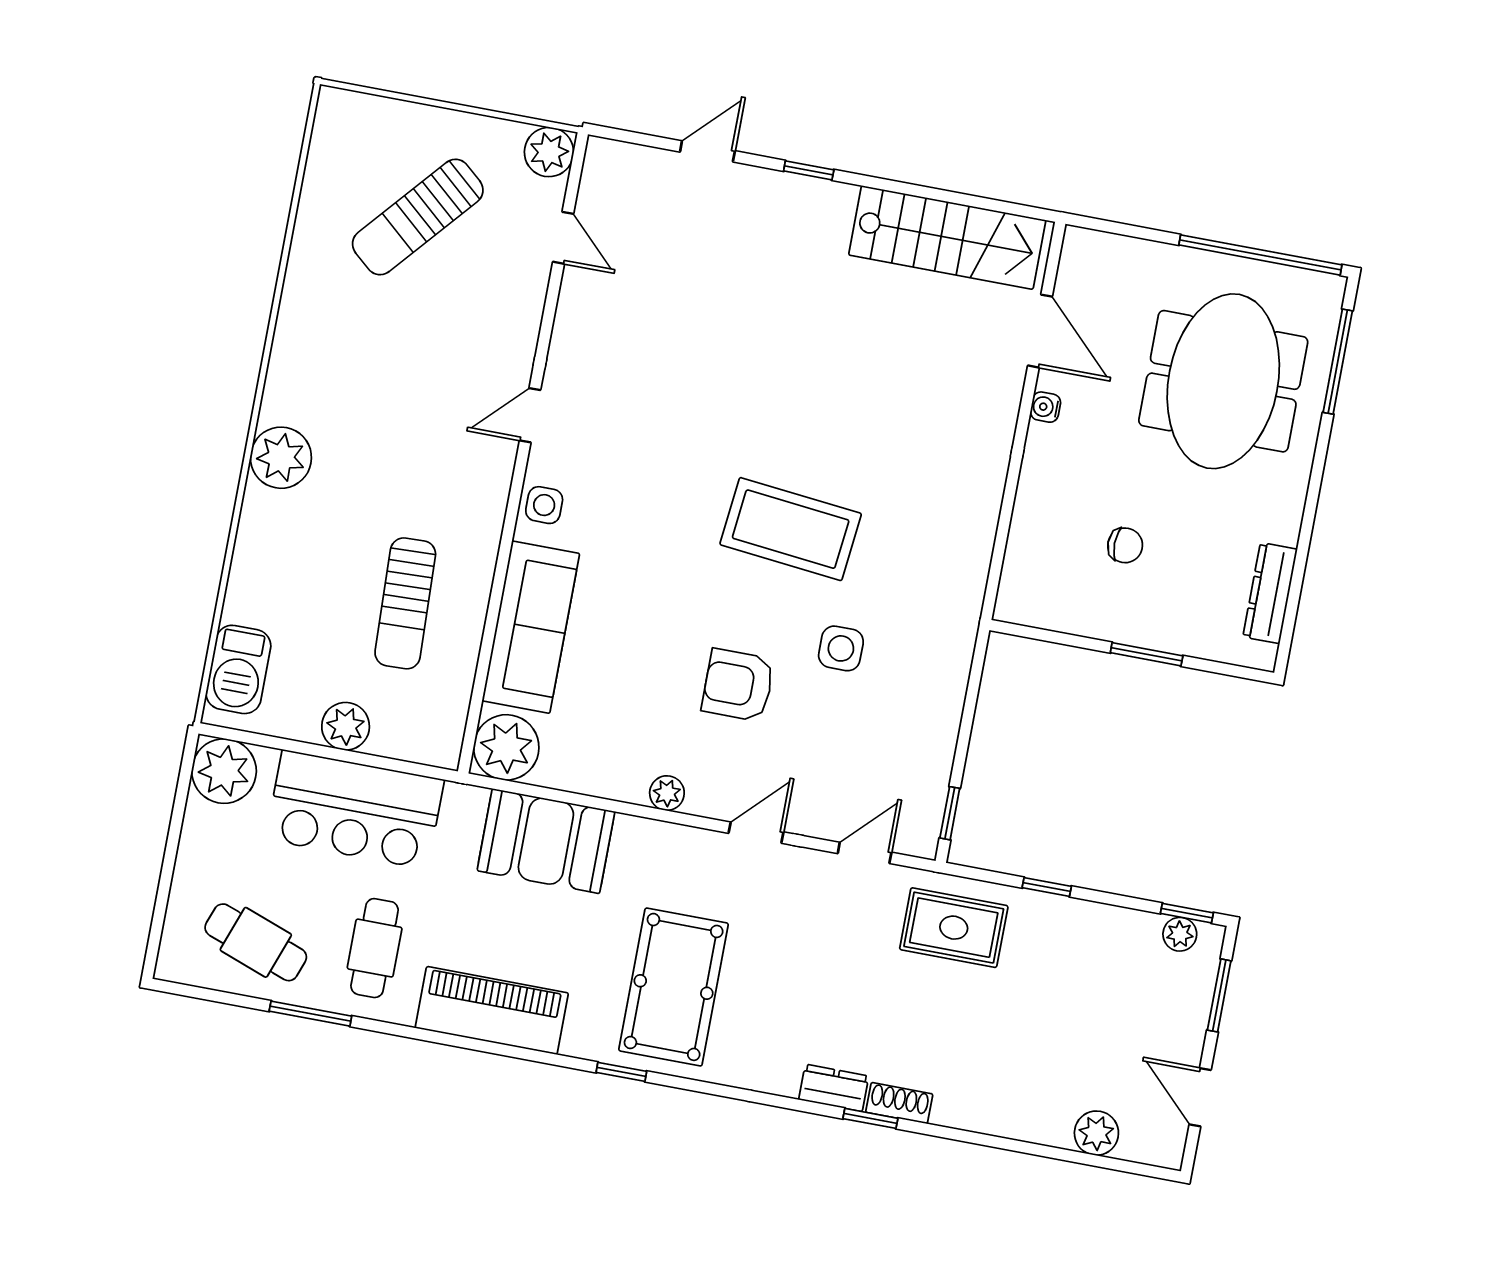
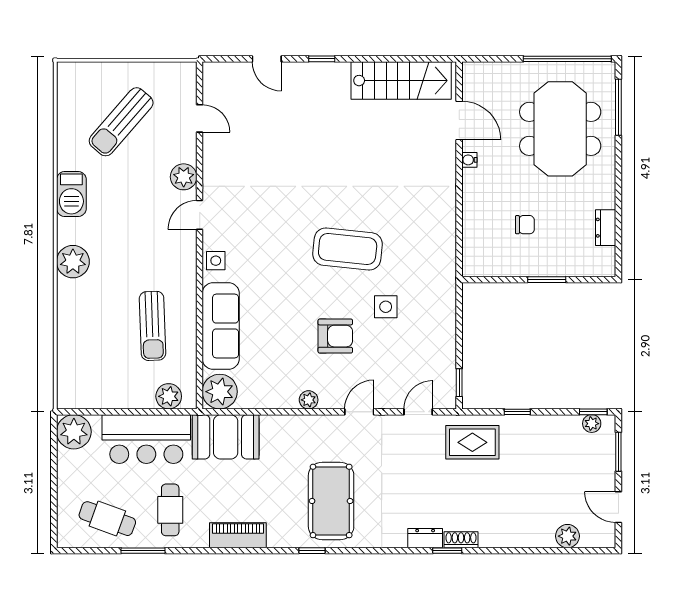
door: (707, 151) -> (267, 59), swing flipped
plant: (549, 152) -> (184, 177), moved
dresser: (1270, 593) -> (606, 228), width x0.70
barbecue: (238, 669) -> (71, 194), moved
armchair: (738, 685) -> (335, 336), turned 180
plant: (346, 726) -> (169, 396), moved
booth: (546, 841) -> (226, 437), moved
piano: (492, 1010) -> (238, 535), width x0.73, depth x0.75

